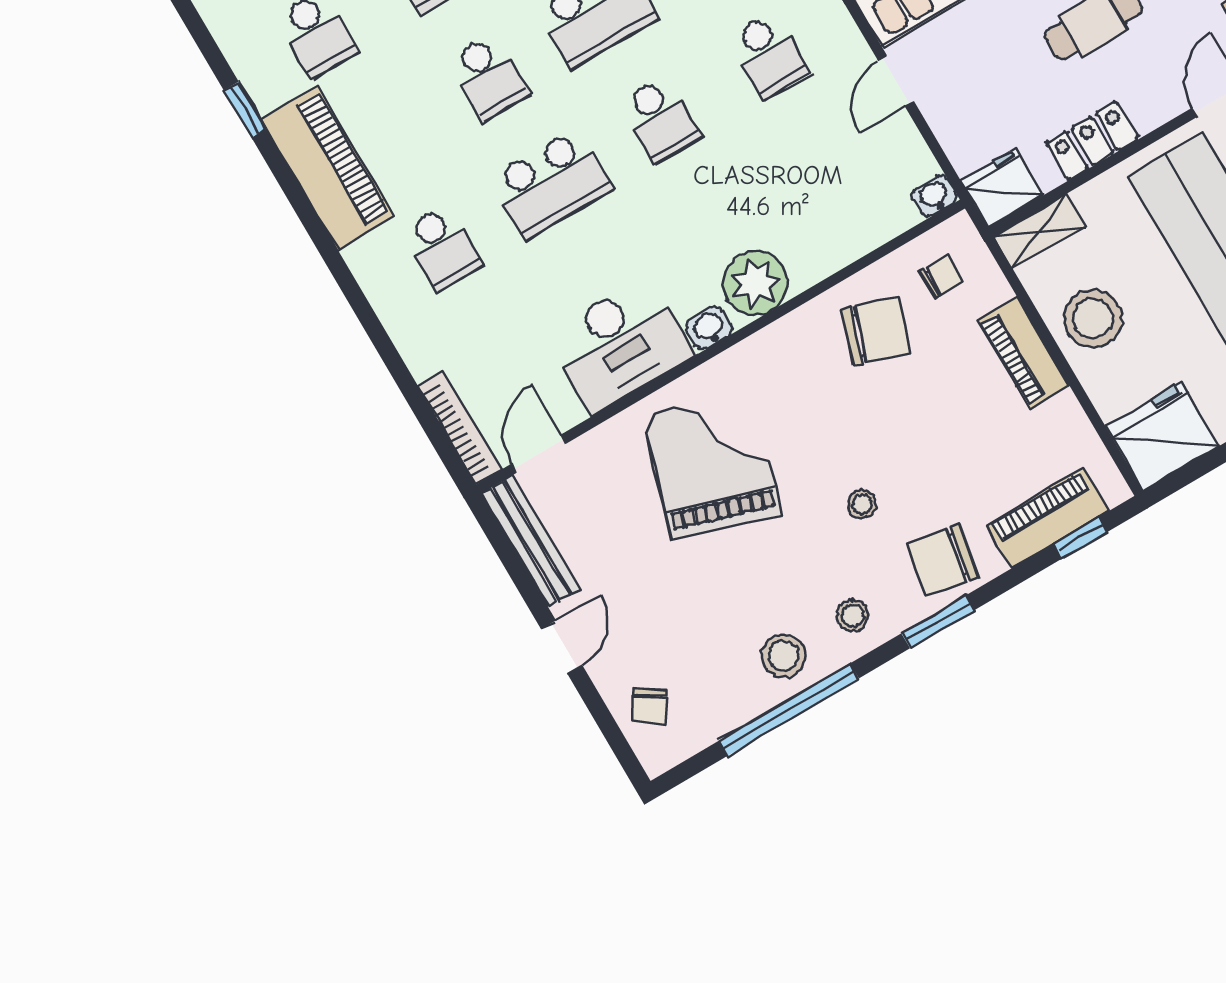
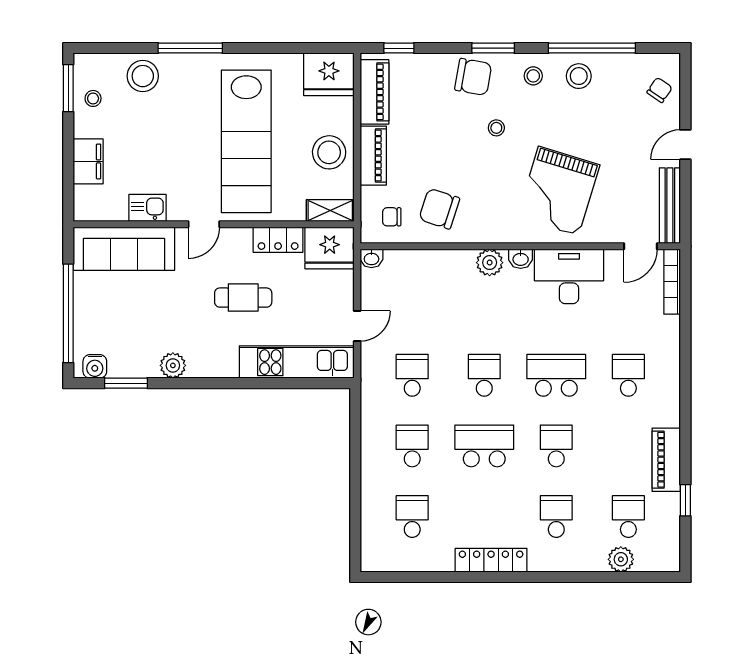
piano: (327, 167) -> (666, 460), width x0.73, depth x0.75
fridge: (1002, 188) -> (330, 248), width x1.36, depth x1.34
plant: (755, 283) -> (490, 263), width x0.73, depth x0.73
piano: (1048, 518) -> (374, 92), moved, turned -90

